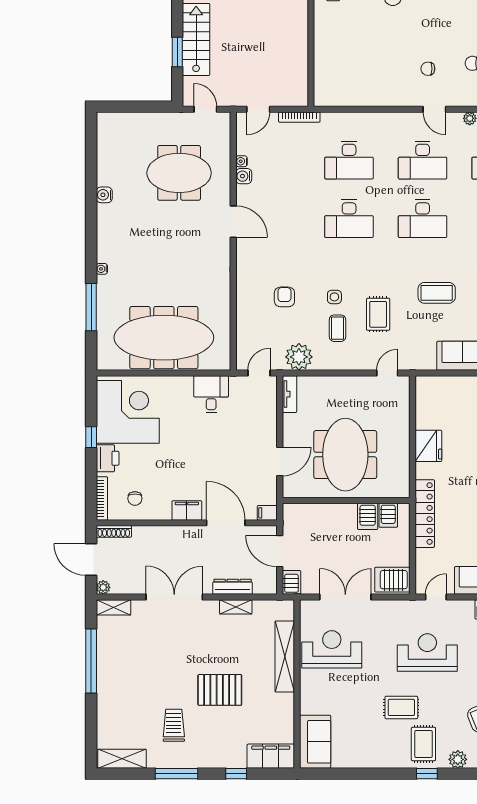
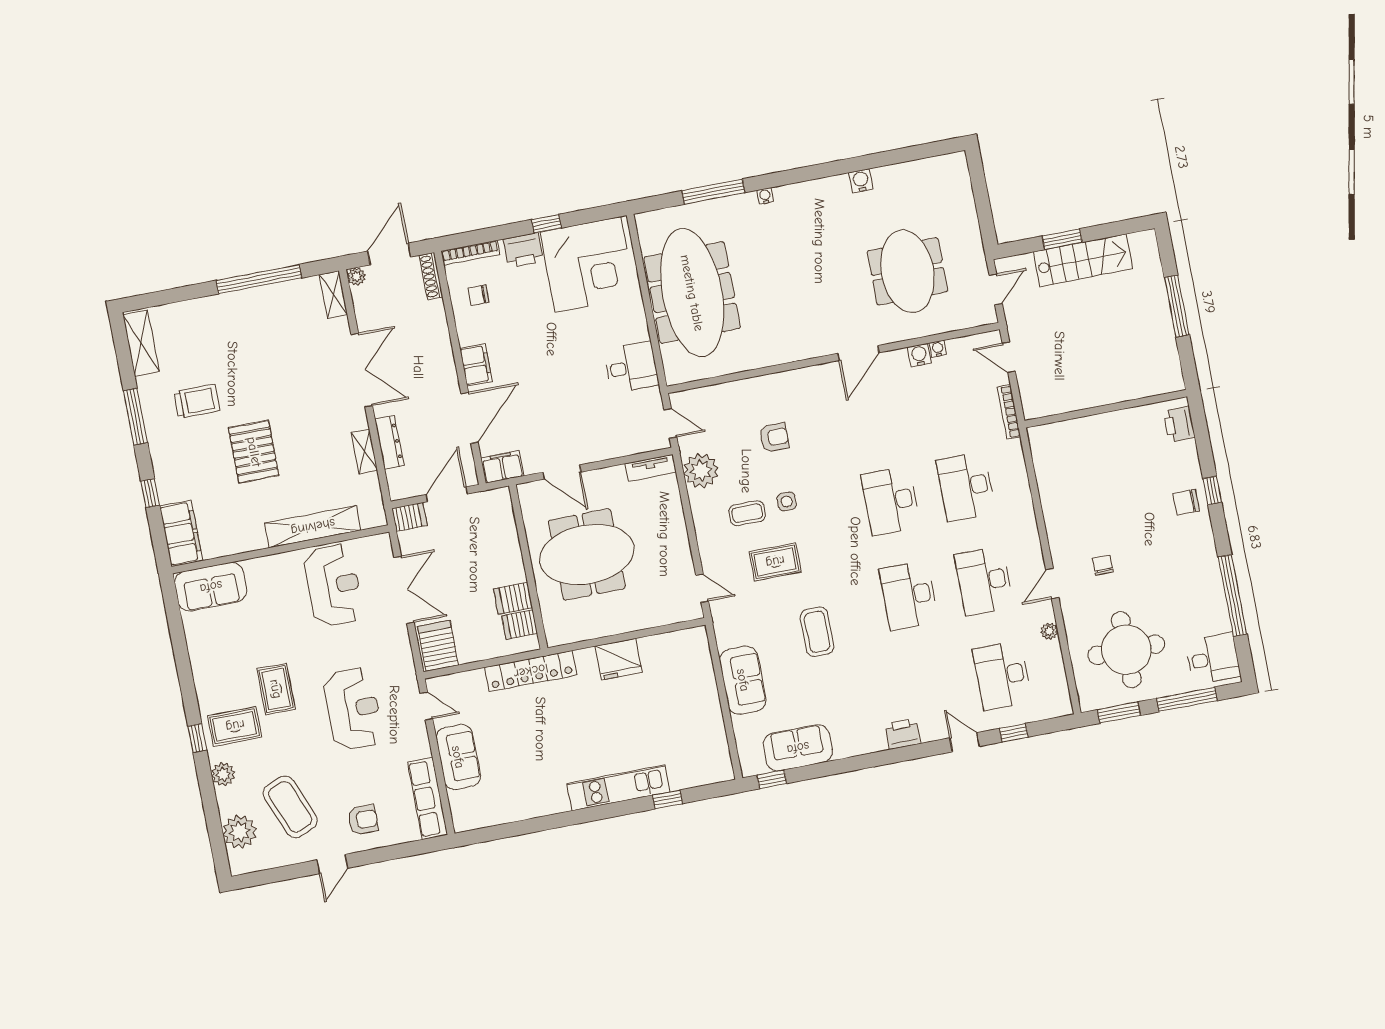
filing cabinet: (267, 513) -> (502, 467), width x2.00

